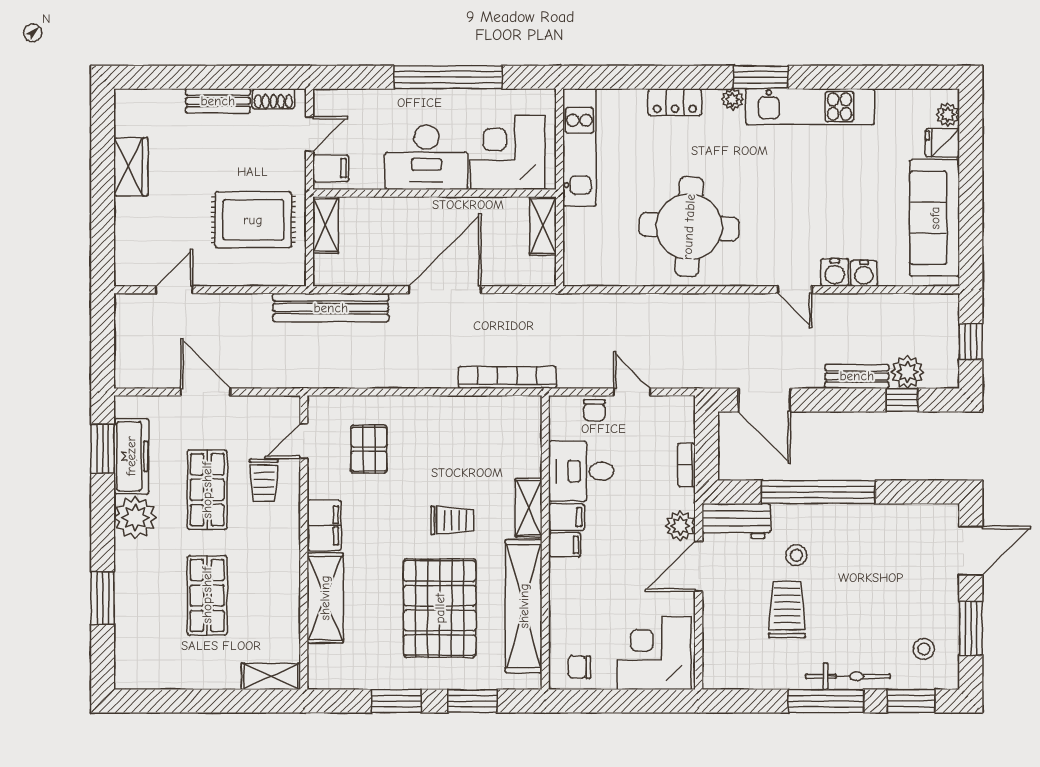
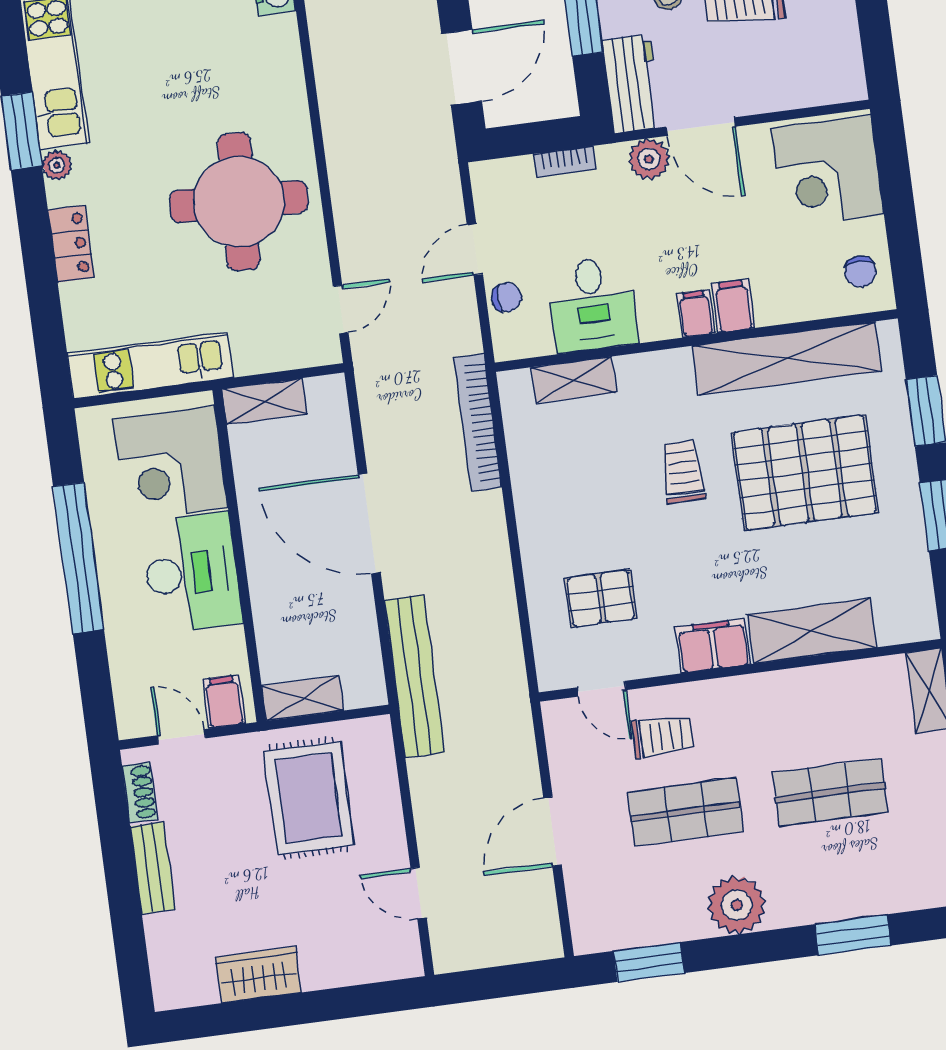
door: (795, 290) -> (341, 309), moved
freezer: (131, 456) -> (654, 921), removed
shelving: (529, 508) -> (574, 380), moved
filing cabinet: (567, 517) -> (733, 306), moved

